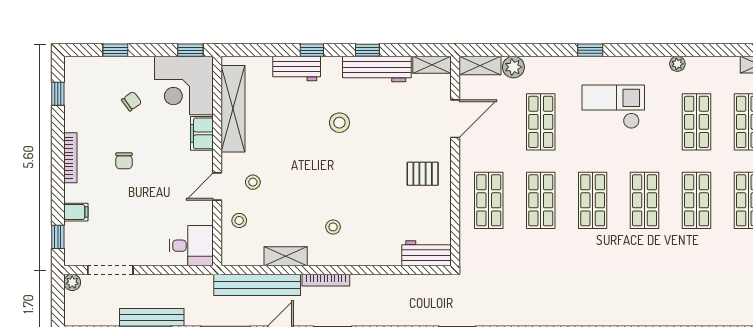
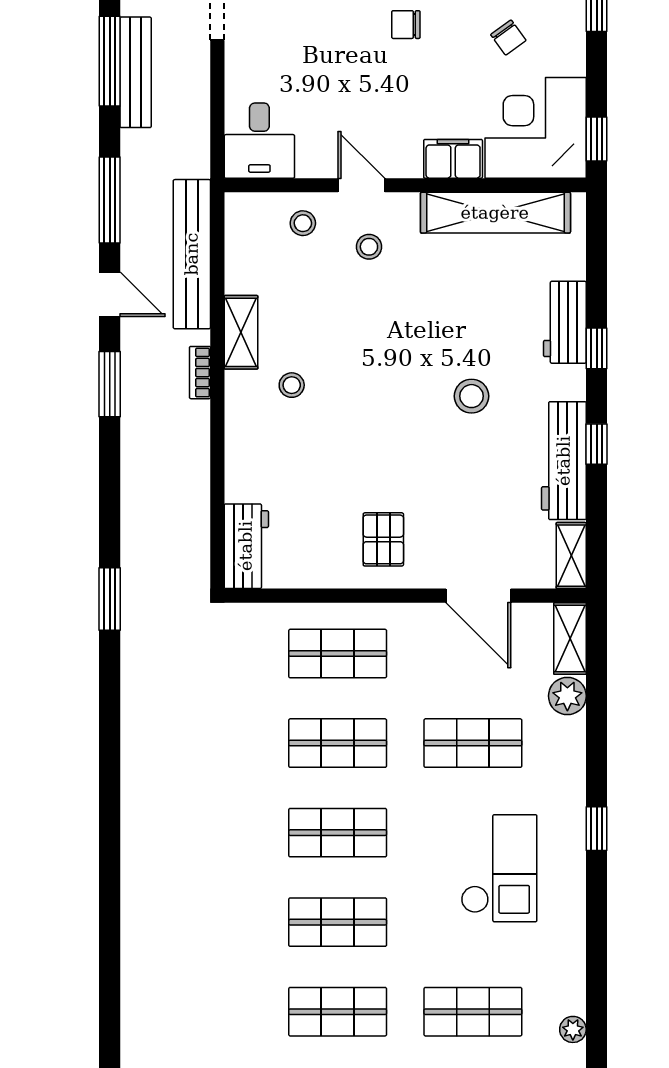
plant: (677, 64) -> (573, 1029), moved
shelving: (286, 256) -> (241, 332), moved
bookcase: (326, 280) -> (200, 373), width x0.64

